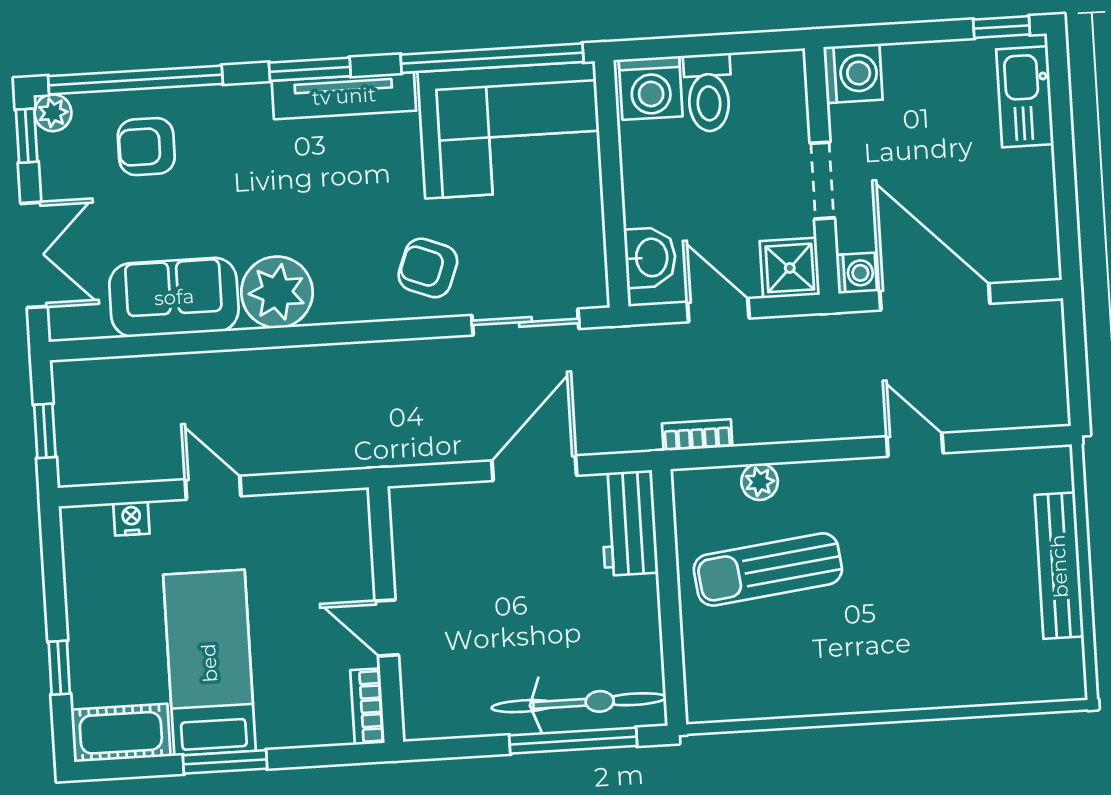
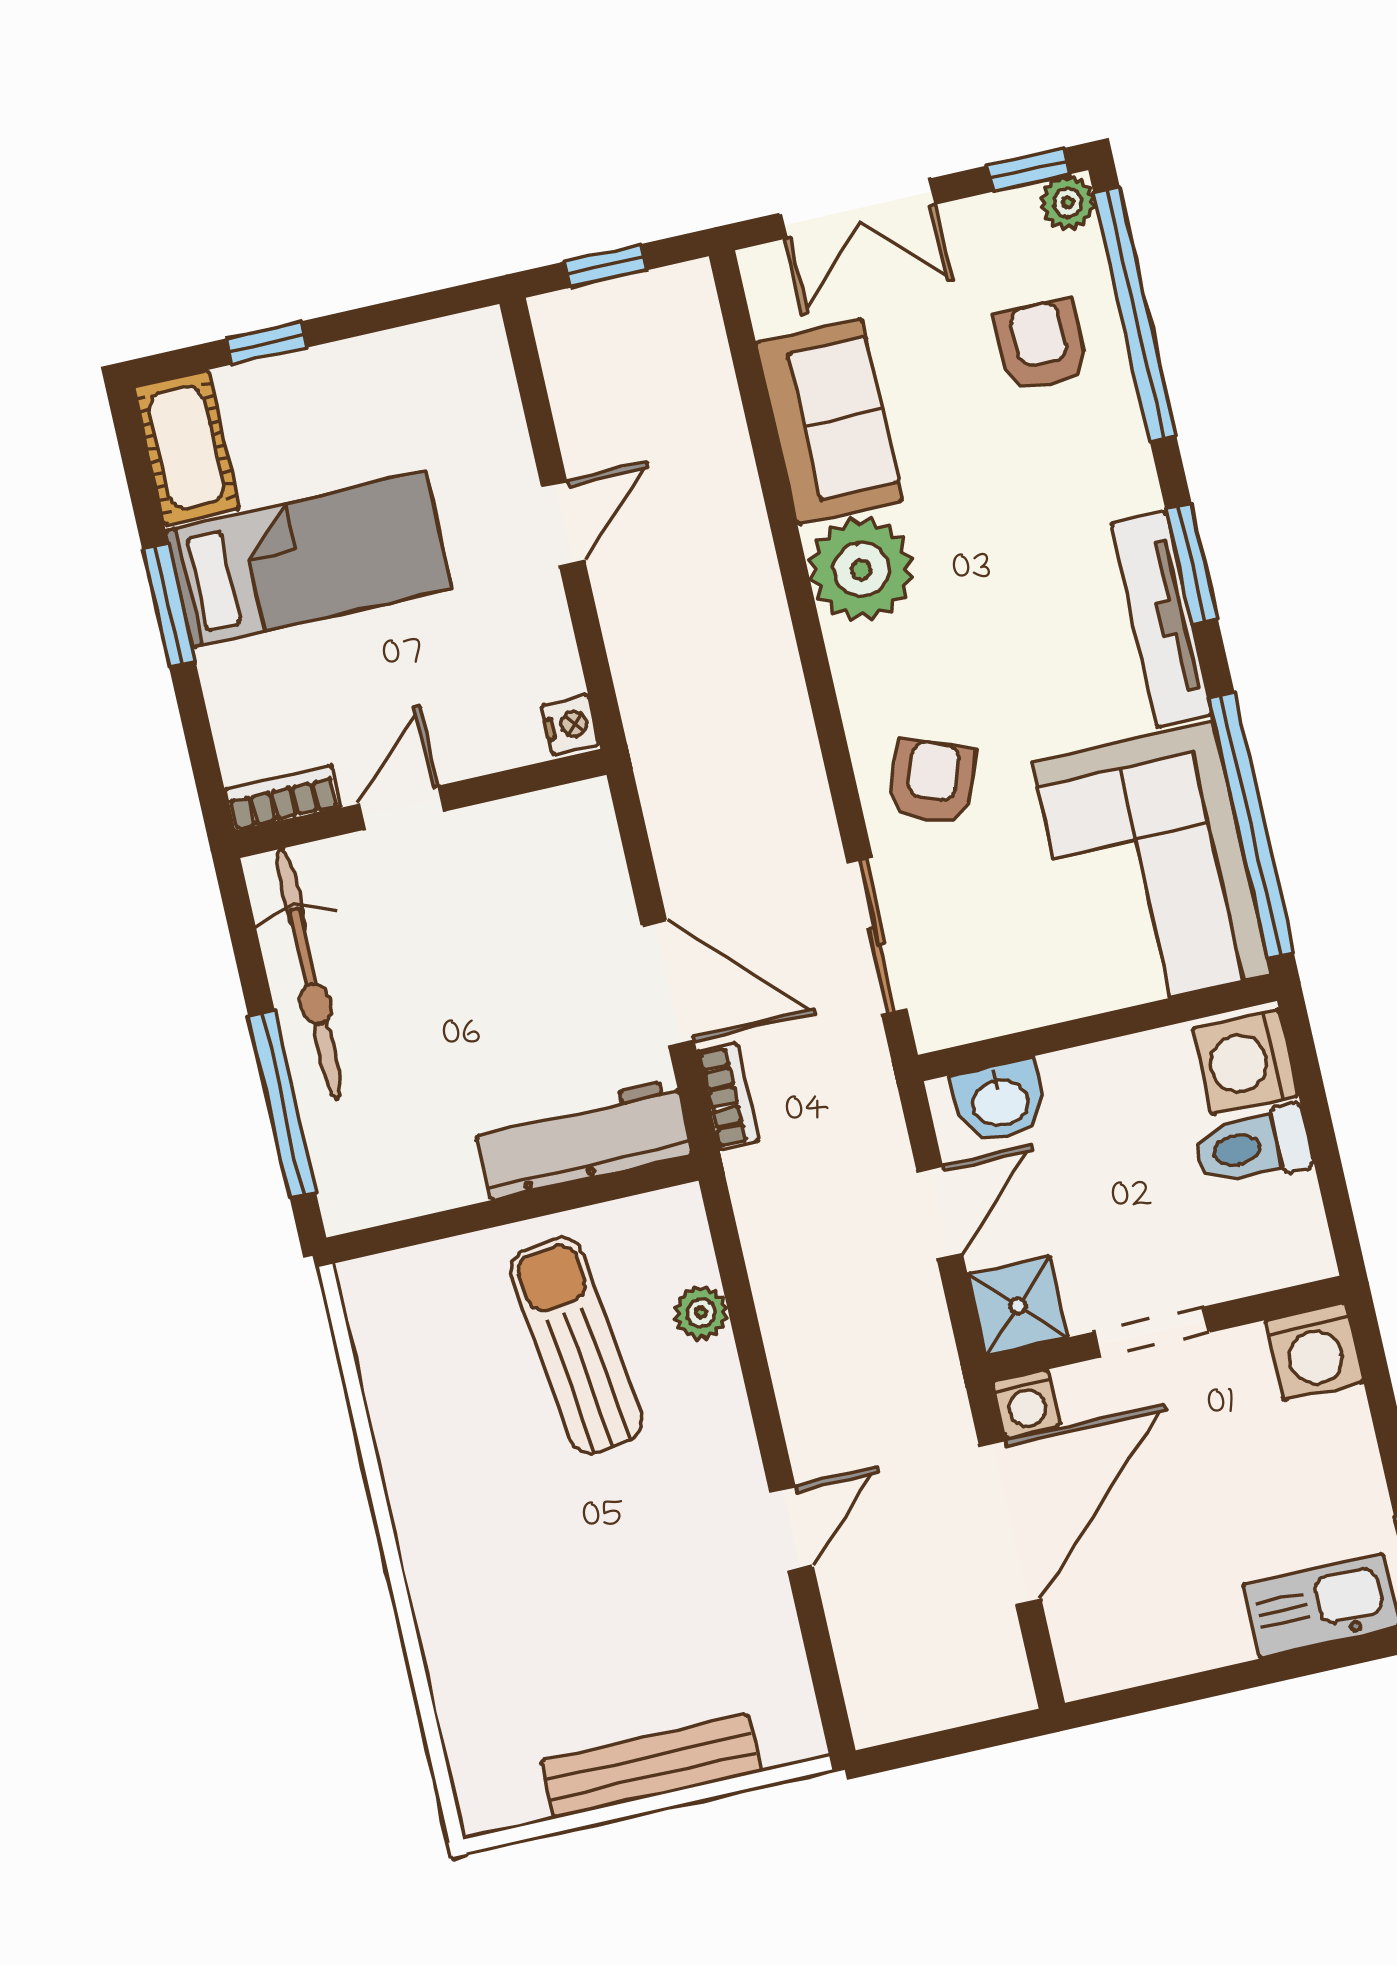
bookcase: (697, 435) -> (728, 1096), moved
nightstand: (131, 518) -> (570, 725), moved
workbench: (629, 523) -> (583, 1139), width x1.38
bicycle: (579, 703) -> (309, 974), moved

